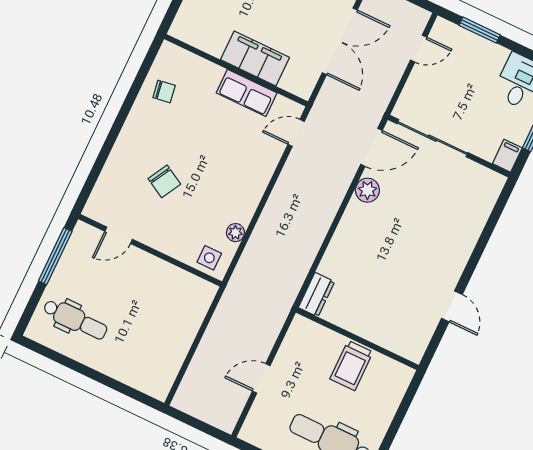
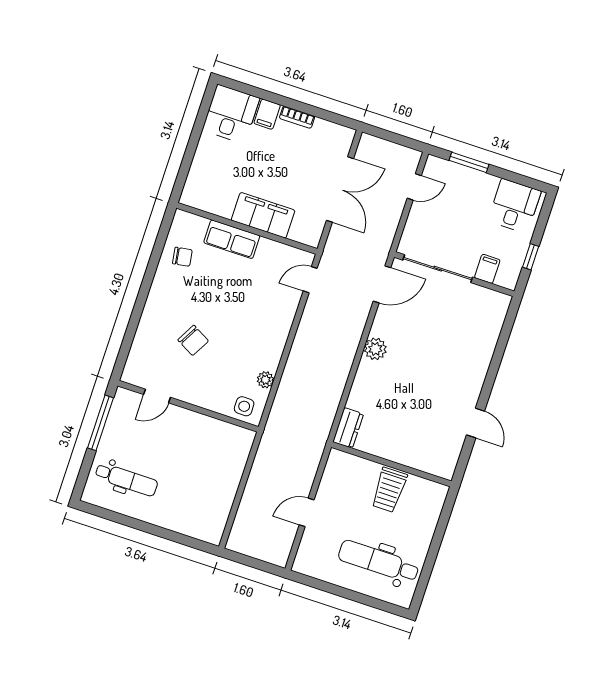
row of seats: (247, 93) -> (232, 239), moved
filing cabinet: (507, 156) -> (487, 269), moved
plant: (367, 190) -> (375, 349), moved

